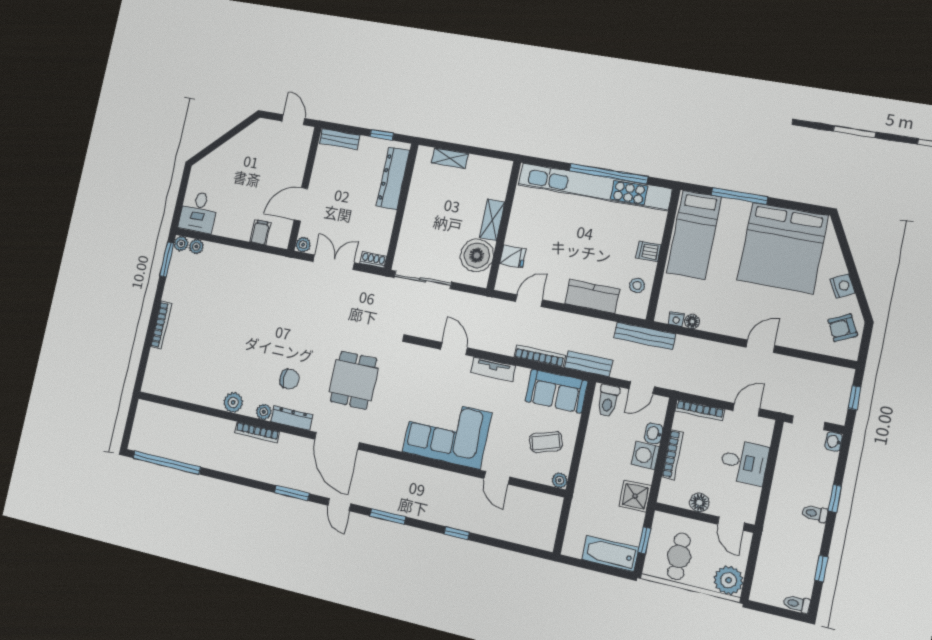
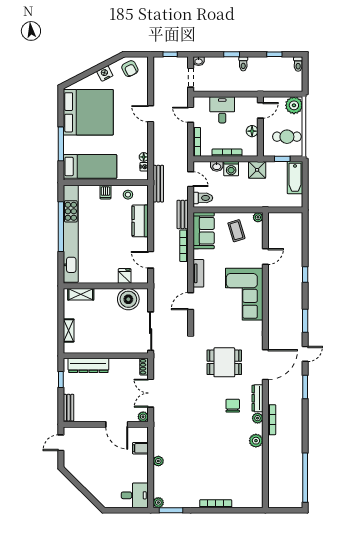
shelving: (492, 220) -> (81, 294), moved
plant: (196, 246) -> (158, 461), moved

